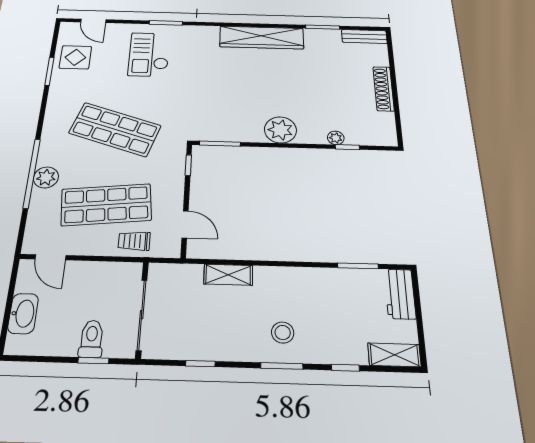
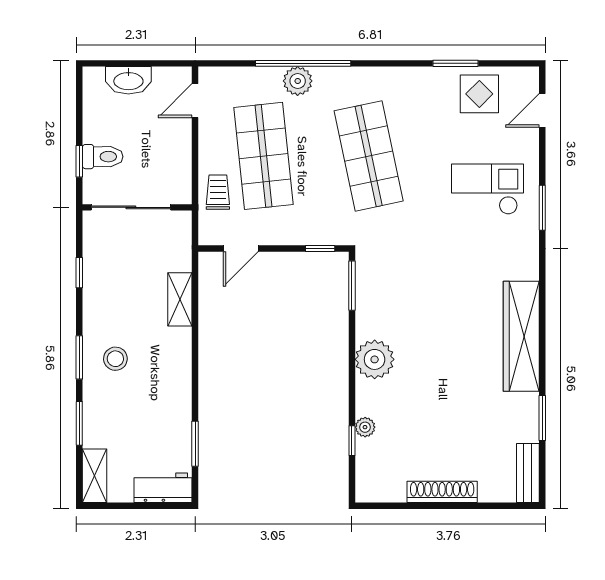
shop shelf: (115, 129) -> (369, 156), turned -30
window: (345, 368) -> (79, 423), width x1.50

